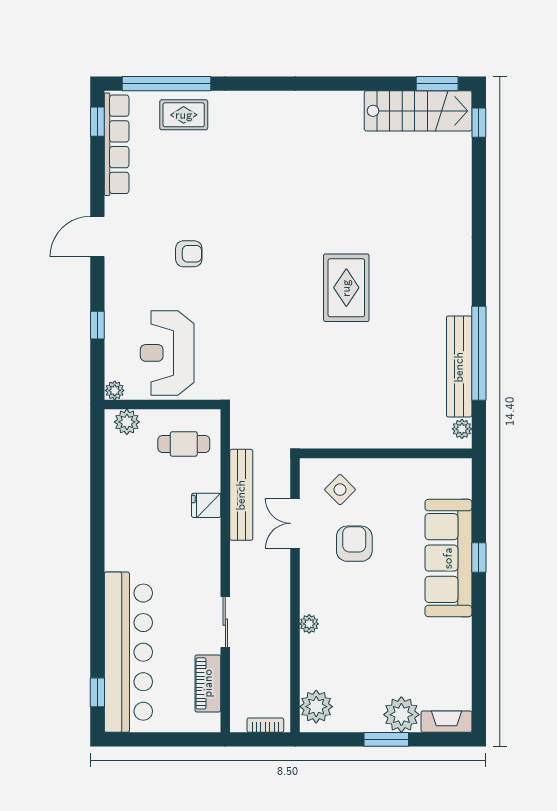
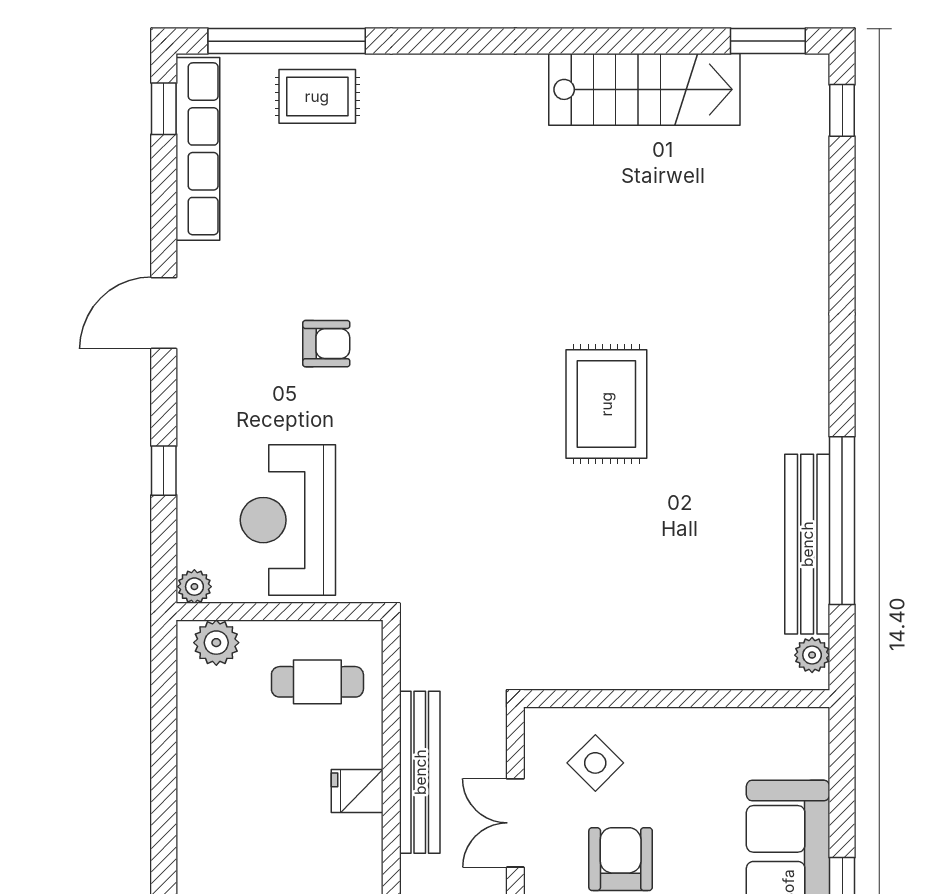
stairs: (418, 111) -> (644, 89), moved

